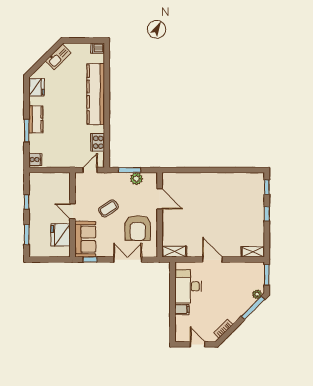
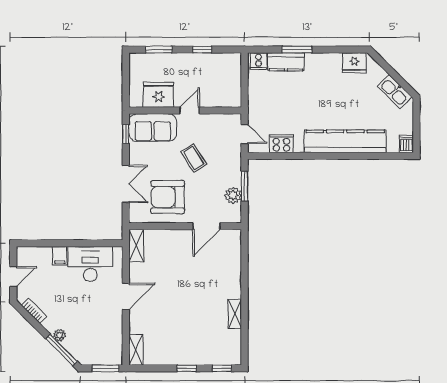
kitchen counter: (36, 119) -> (286, 62), moved
shelving: (226, 177) -> (235, 314), added
plant: (257, 294) -> (60, 335), moved

